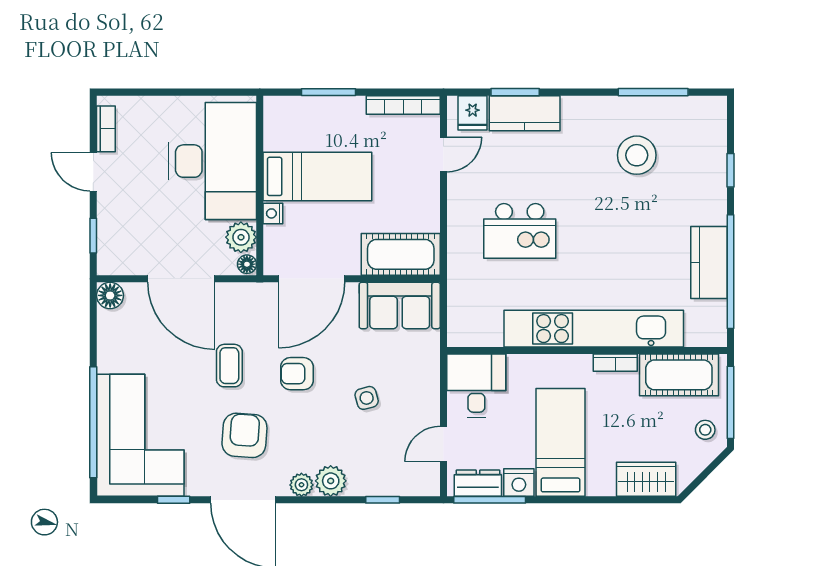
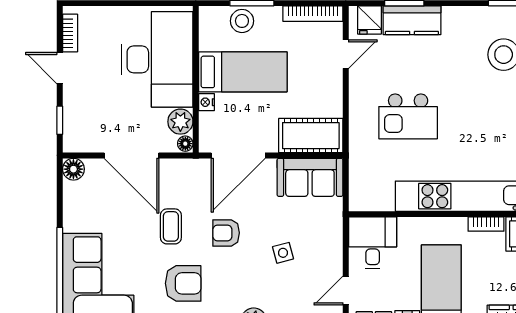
stool: (316, 114) -> (242, 21), added
armchair: (244, 435) -> (183, 283), turned 86

